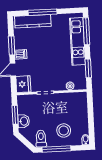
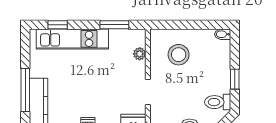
window: (86, 31) -> (58, 25), width x0.46
stool: (64, 130) -> (179, 55), moved
window: (57, 149) -> (235, 79), width x0.46

